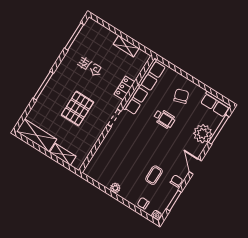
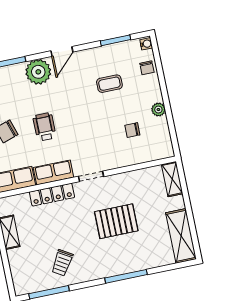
trolley: (83, 59) -> (62, 263), added
locker: (124, 88) -> (52, 195), width x1.53
plant: (203, 134) -> (38, 72), moved
shelving: (63, 154) -> (172, 179), moved
chair: (176, 181) -> (132, 130), moved

